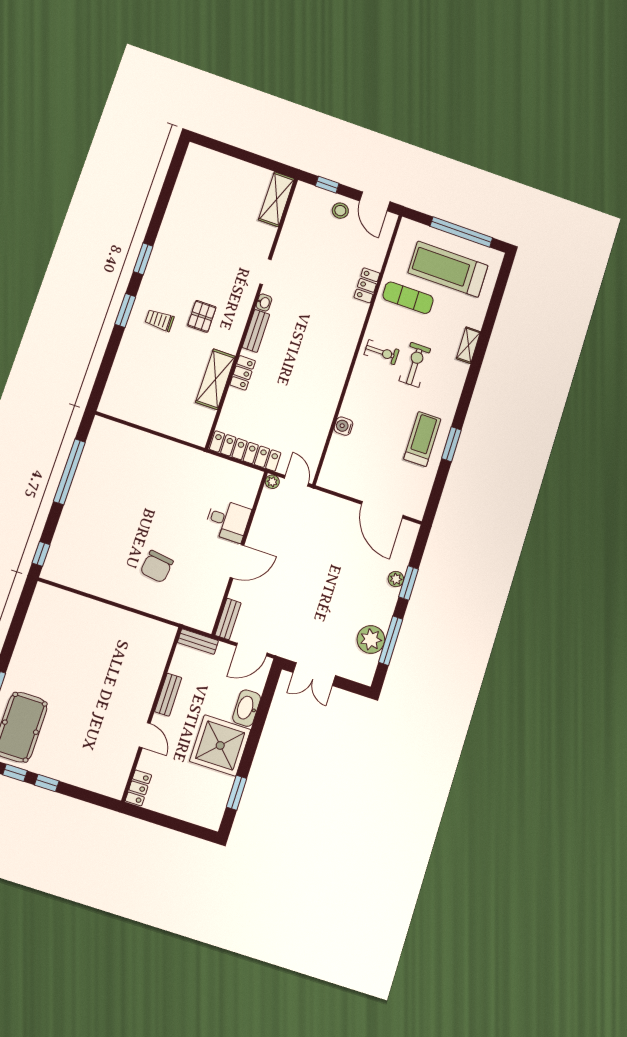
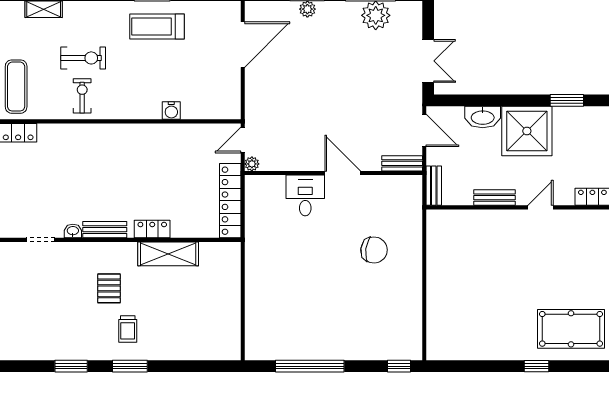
pallet: (202, 316) -> (109, 288), turned 90
exercise bike: (415, 365) -> (83, 58), turned 180

